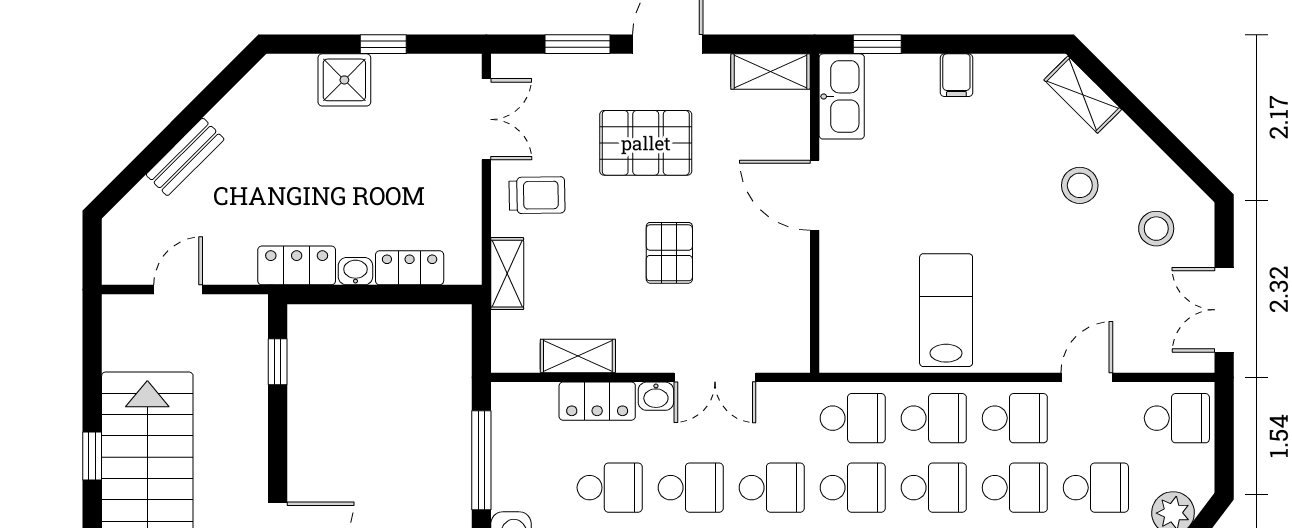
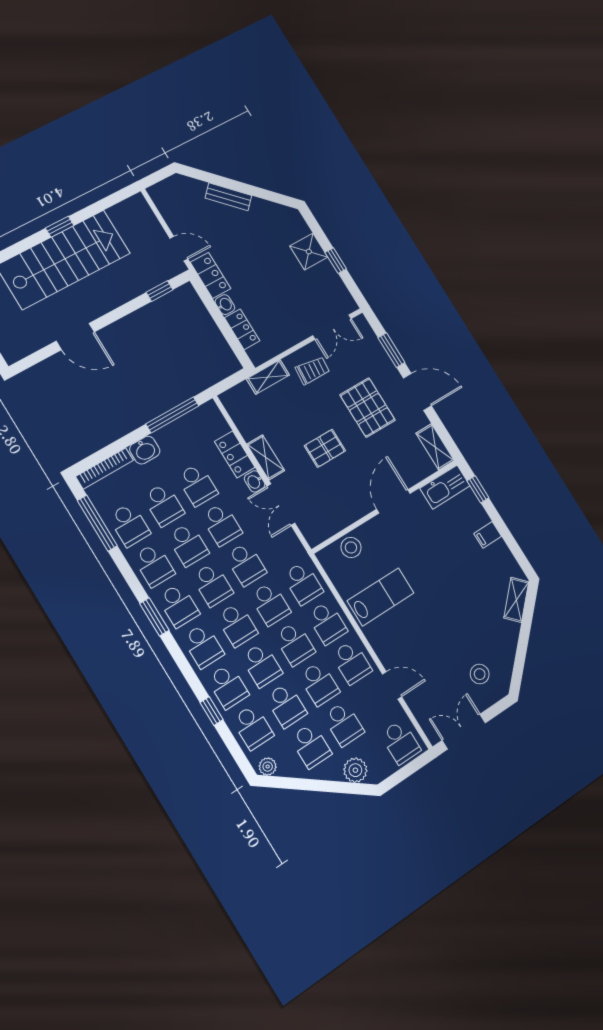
stool: (1080, 185) -> (351, 547), moved
trolley: (537, 195) -> (312, 370), turned -84
door: (178, 290) -> (179, 249), moved
shelving: (578, 356) -> (266, 457), moved

